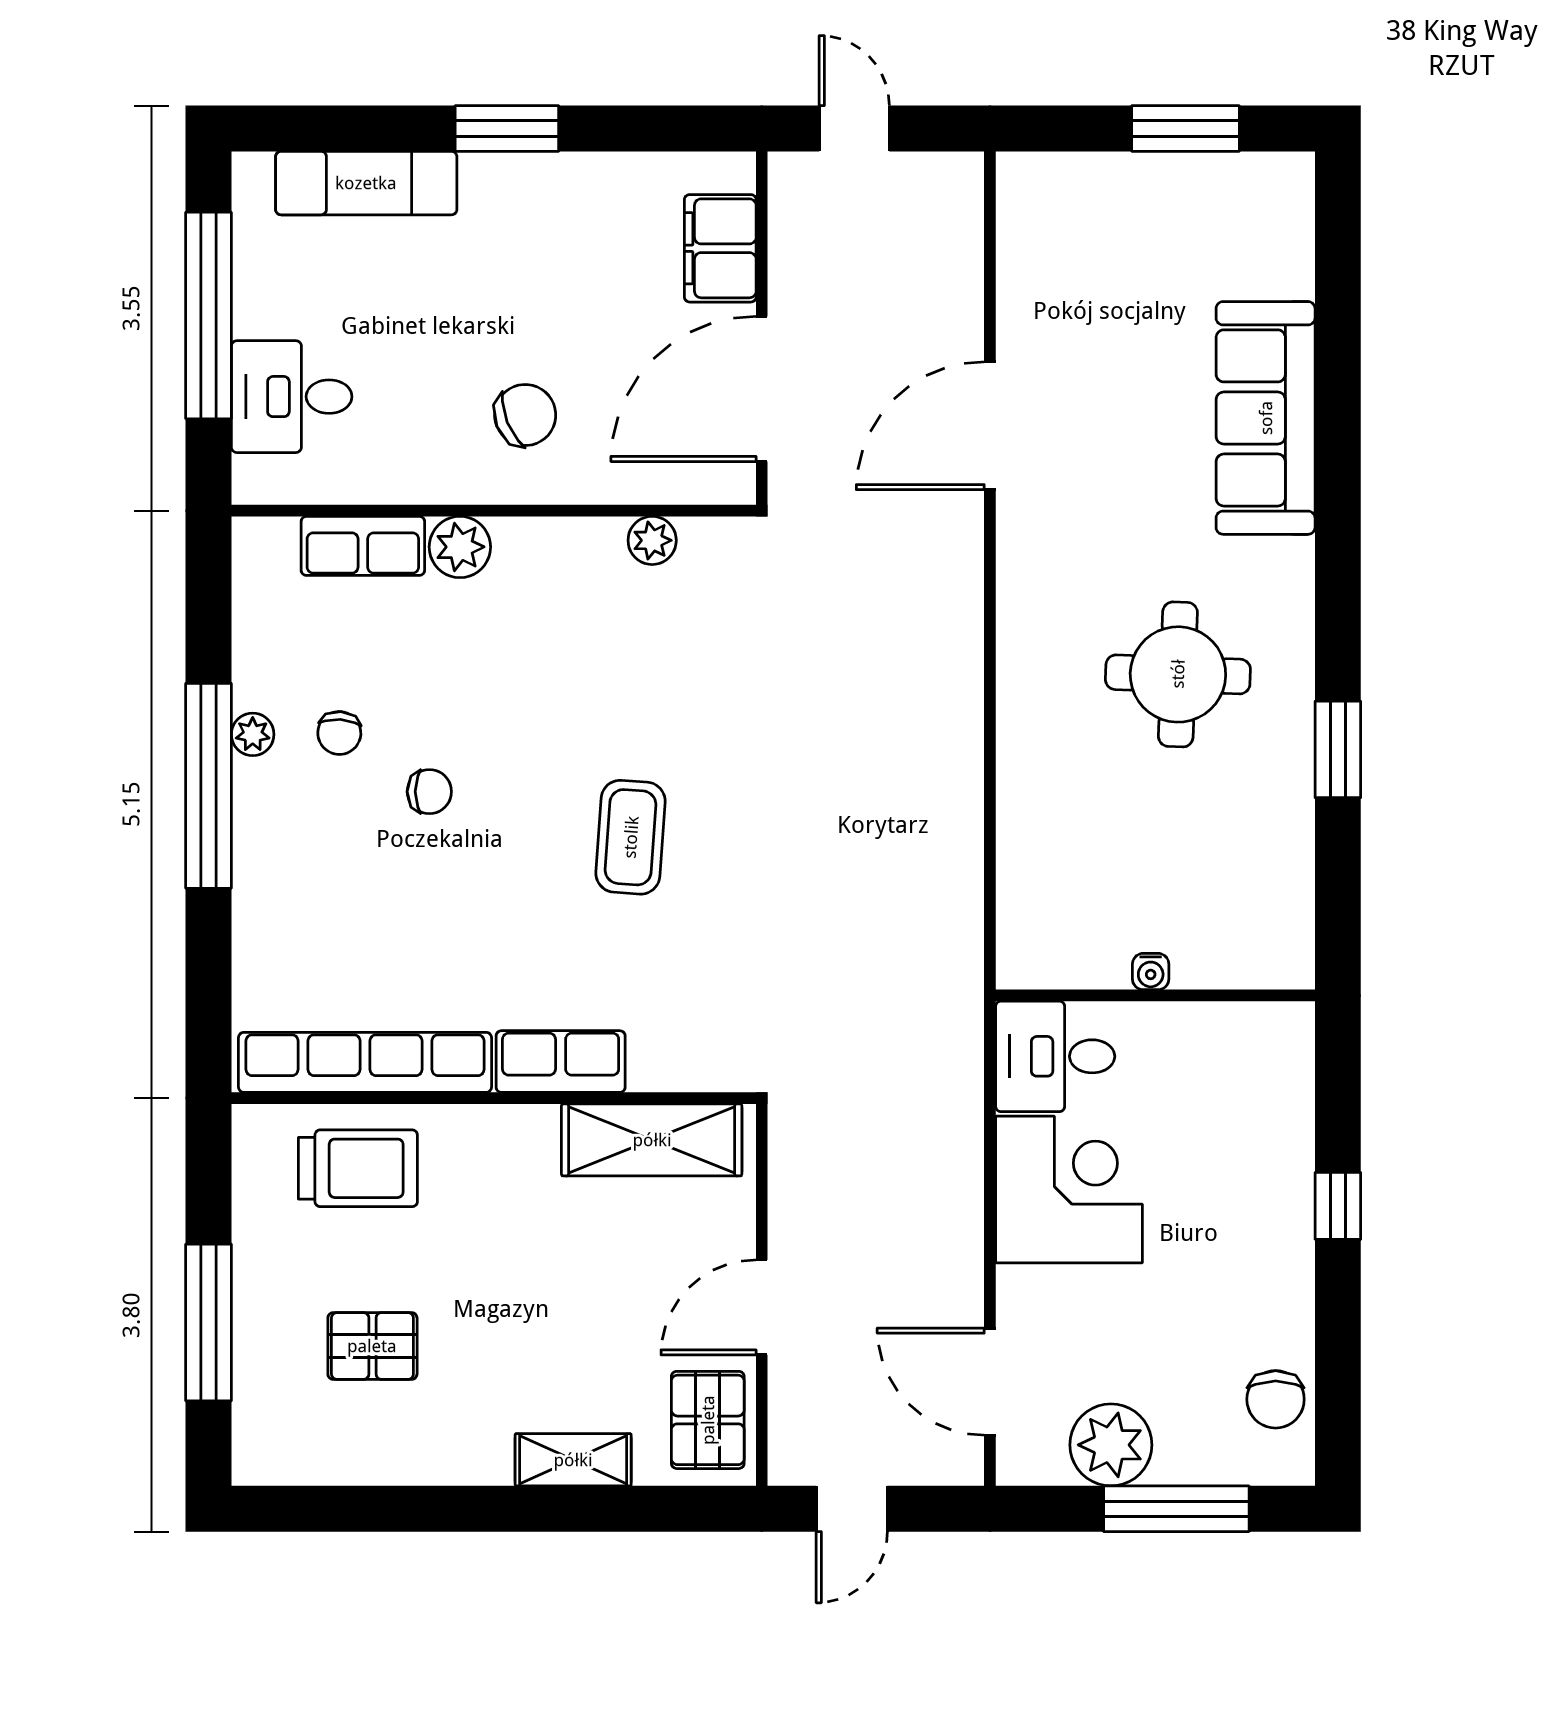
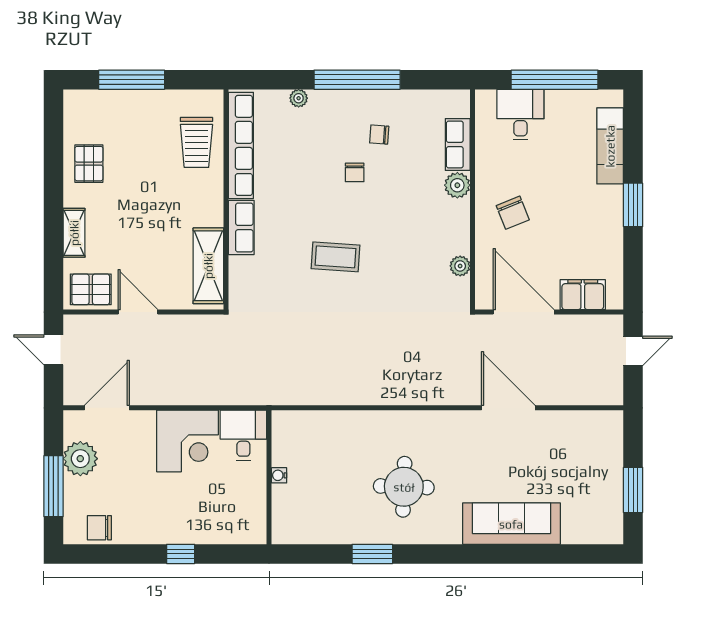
plant: (253, 734) -> (299, 98), moved
pallet: (372, 1346) -> (89, 164), moved

